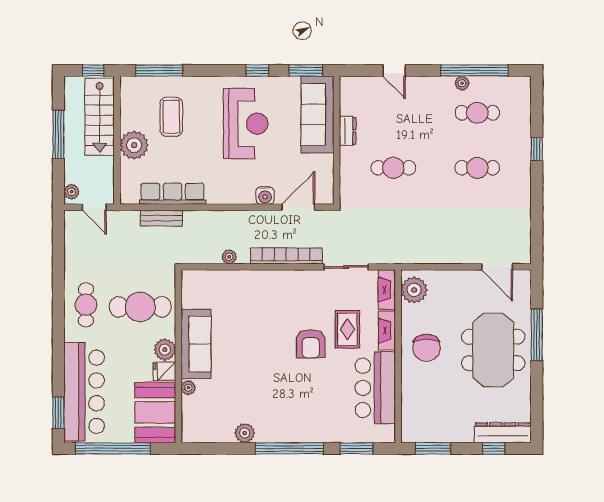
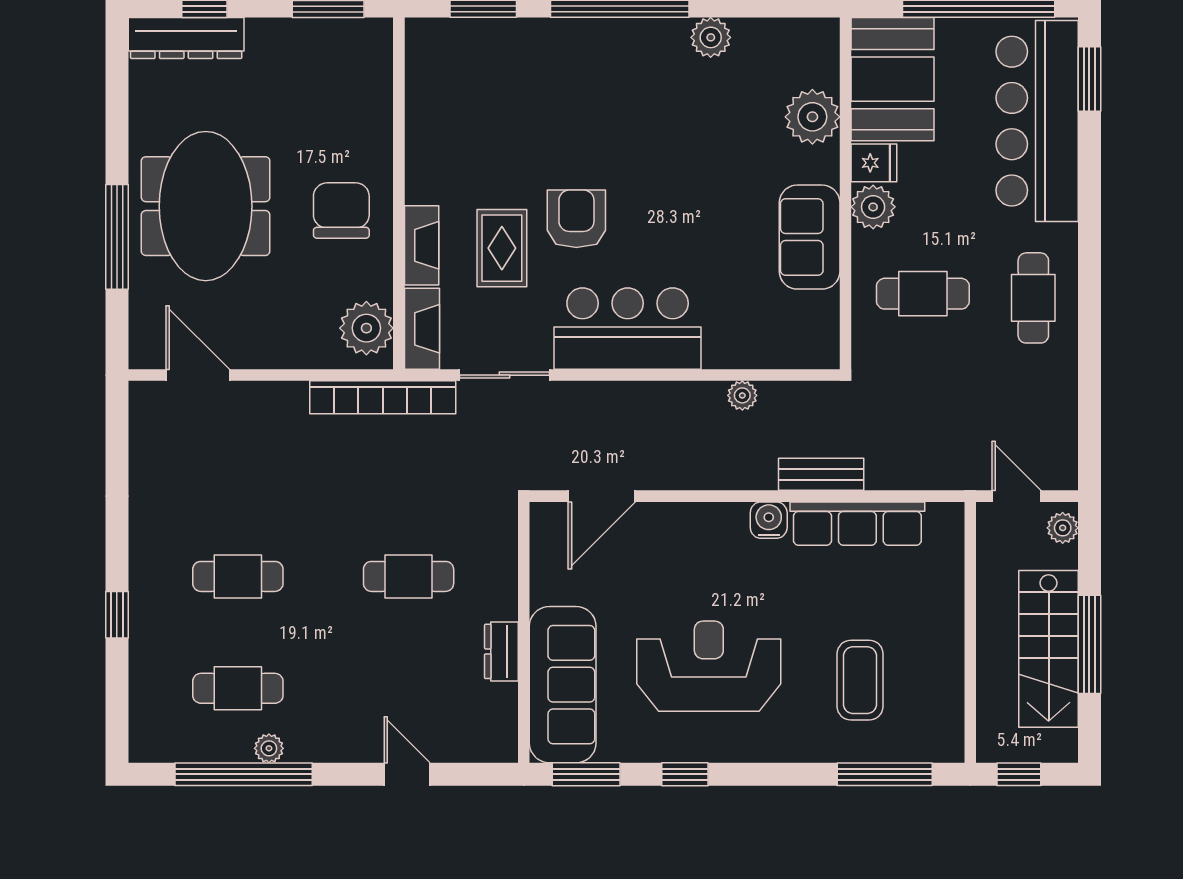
stairs: (100, 117) -> (1049, 649), moved, turned 180
reception desk: (246, 124) -> (709, 666), turned 90
plant: (134, 145) -> (936, 623), removed
water cooler: (265, 195) -> (769, 520), moved
bench: (161, 218) -> (821, 474), moved
bookcase: (286, 256) -> (383, 397), moved
cafe table: (140, 307) -> (923, 294), width x0.73, depth x0.74
sofa: (196, 344) -> (810, 237), width x0.73
plant: (188, 388) -> (812, 117), width x1.88, depth x1.88
bar counter: (375, 388) -> (628, 329), moved, turned -90

